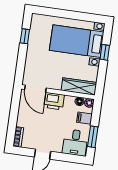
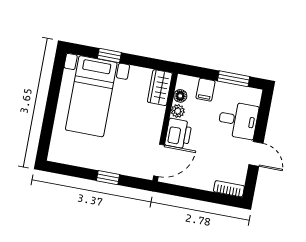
window: (25, 36) -> (108, 178), moved
wardrobe: (79, 86) -> (160, 88), width x0.67
plant: (89, 103) -> (178, 111), moved
desk: (75, 143) -> (238, 120), moved

